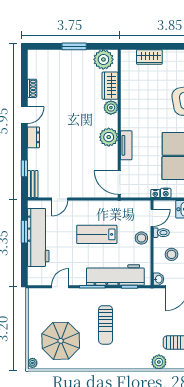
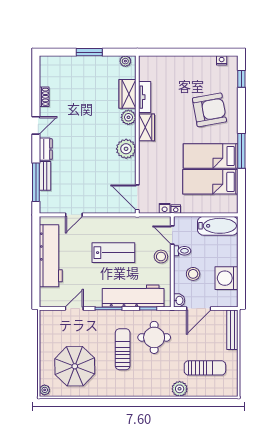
wardrobe: (149, 57) -> (147, 127), moved, turned -90
plant: (103, 59) -> (125, 61), width x0.53, depth x0.53
tv unit: (126, 145) -> (145, 97), moved
window: (24, 168) -> (36, 182), width x2.17
bench: (33, 184) -> (45, 176), moved
nightstand: (166, 193) -> (165, 208), moved
door: (152, 218) -> (172, 235), swing flipped
window: (24, 232) -> (36, 250), removed
lab bench: (97, 234) -> (113, 253), turned 180
round table: (135, 314) -> (154, 337), added
sun lounger: (106, 325) -> (123, 349), turned 180

